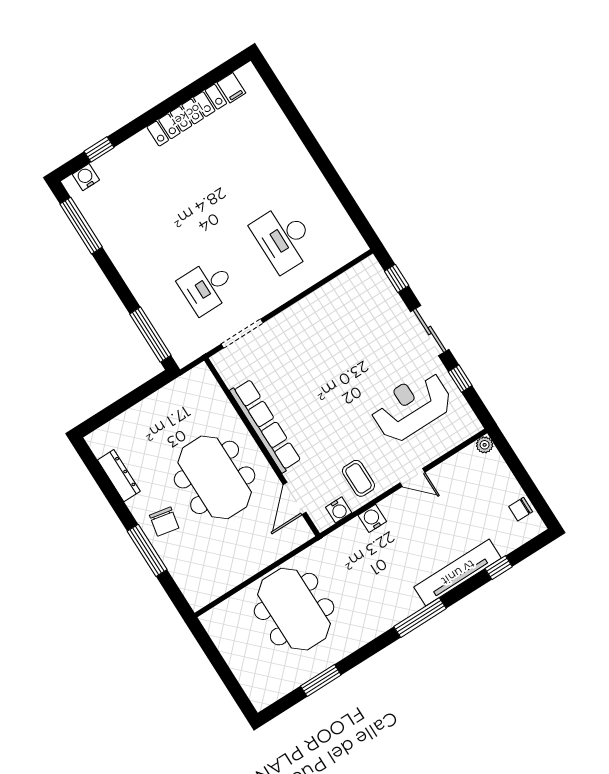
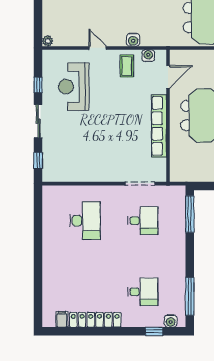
desk: (147, 192) -> (143, 292), added
reception desk: (411, 406) -> (74, 87), turned 90

